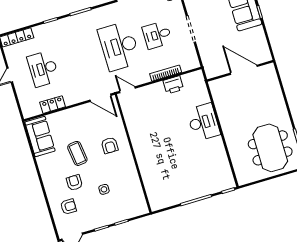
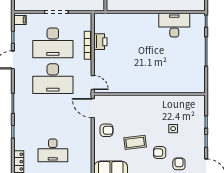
desk: (157, 35) -> (53, 43), width x1.87, depth x1.30
door: (127, 90) -> (93, 83), swing flipped
door: (100, 98) -> (93, 108), swing flipped
locker: (53, 105) -> (86, 151), removed
desk: (203, 122) -> (174, 25), moved
armchair: (110, 145) -> (106, 130), moved

